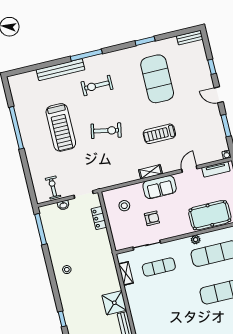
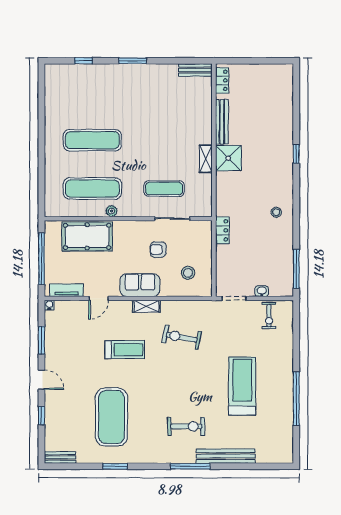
exercise bike: (106, 131) -> (182, 337), moved
locker: (99, 218) -> (222, 230), moved
shelving: (126, 273) -> (206, 159), moved

